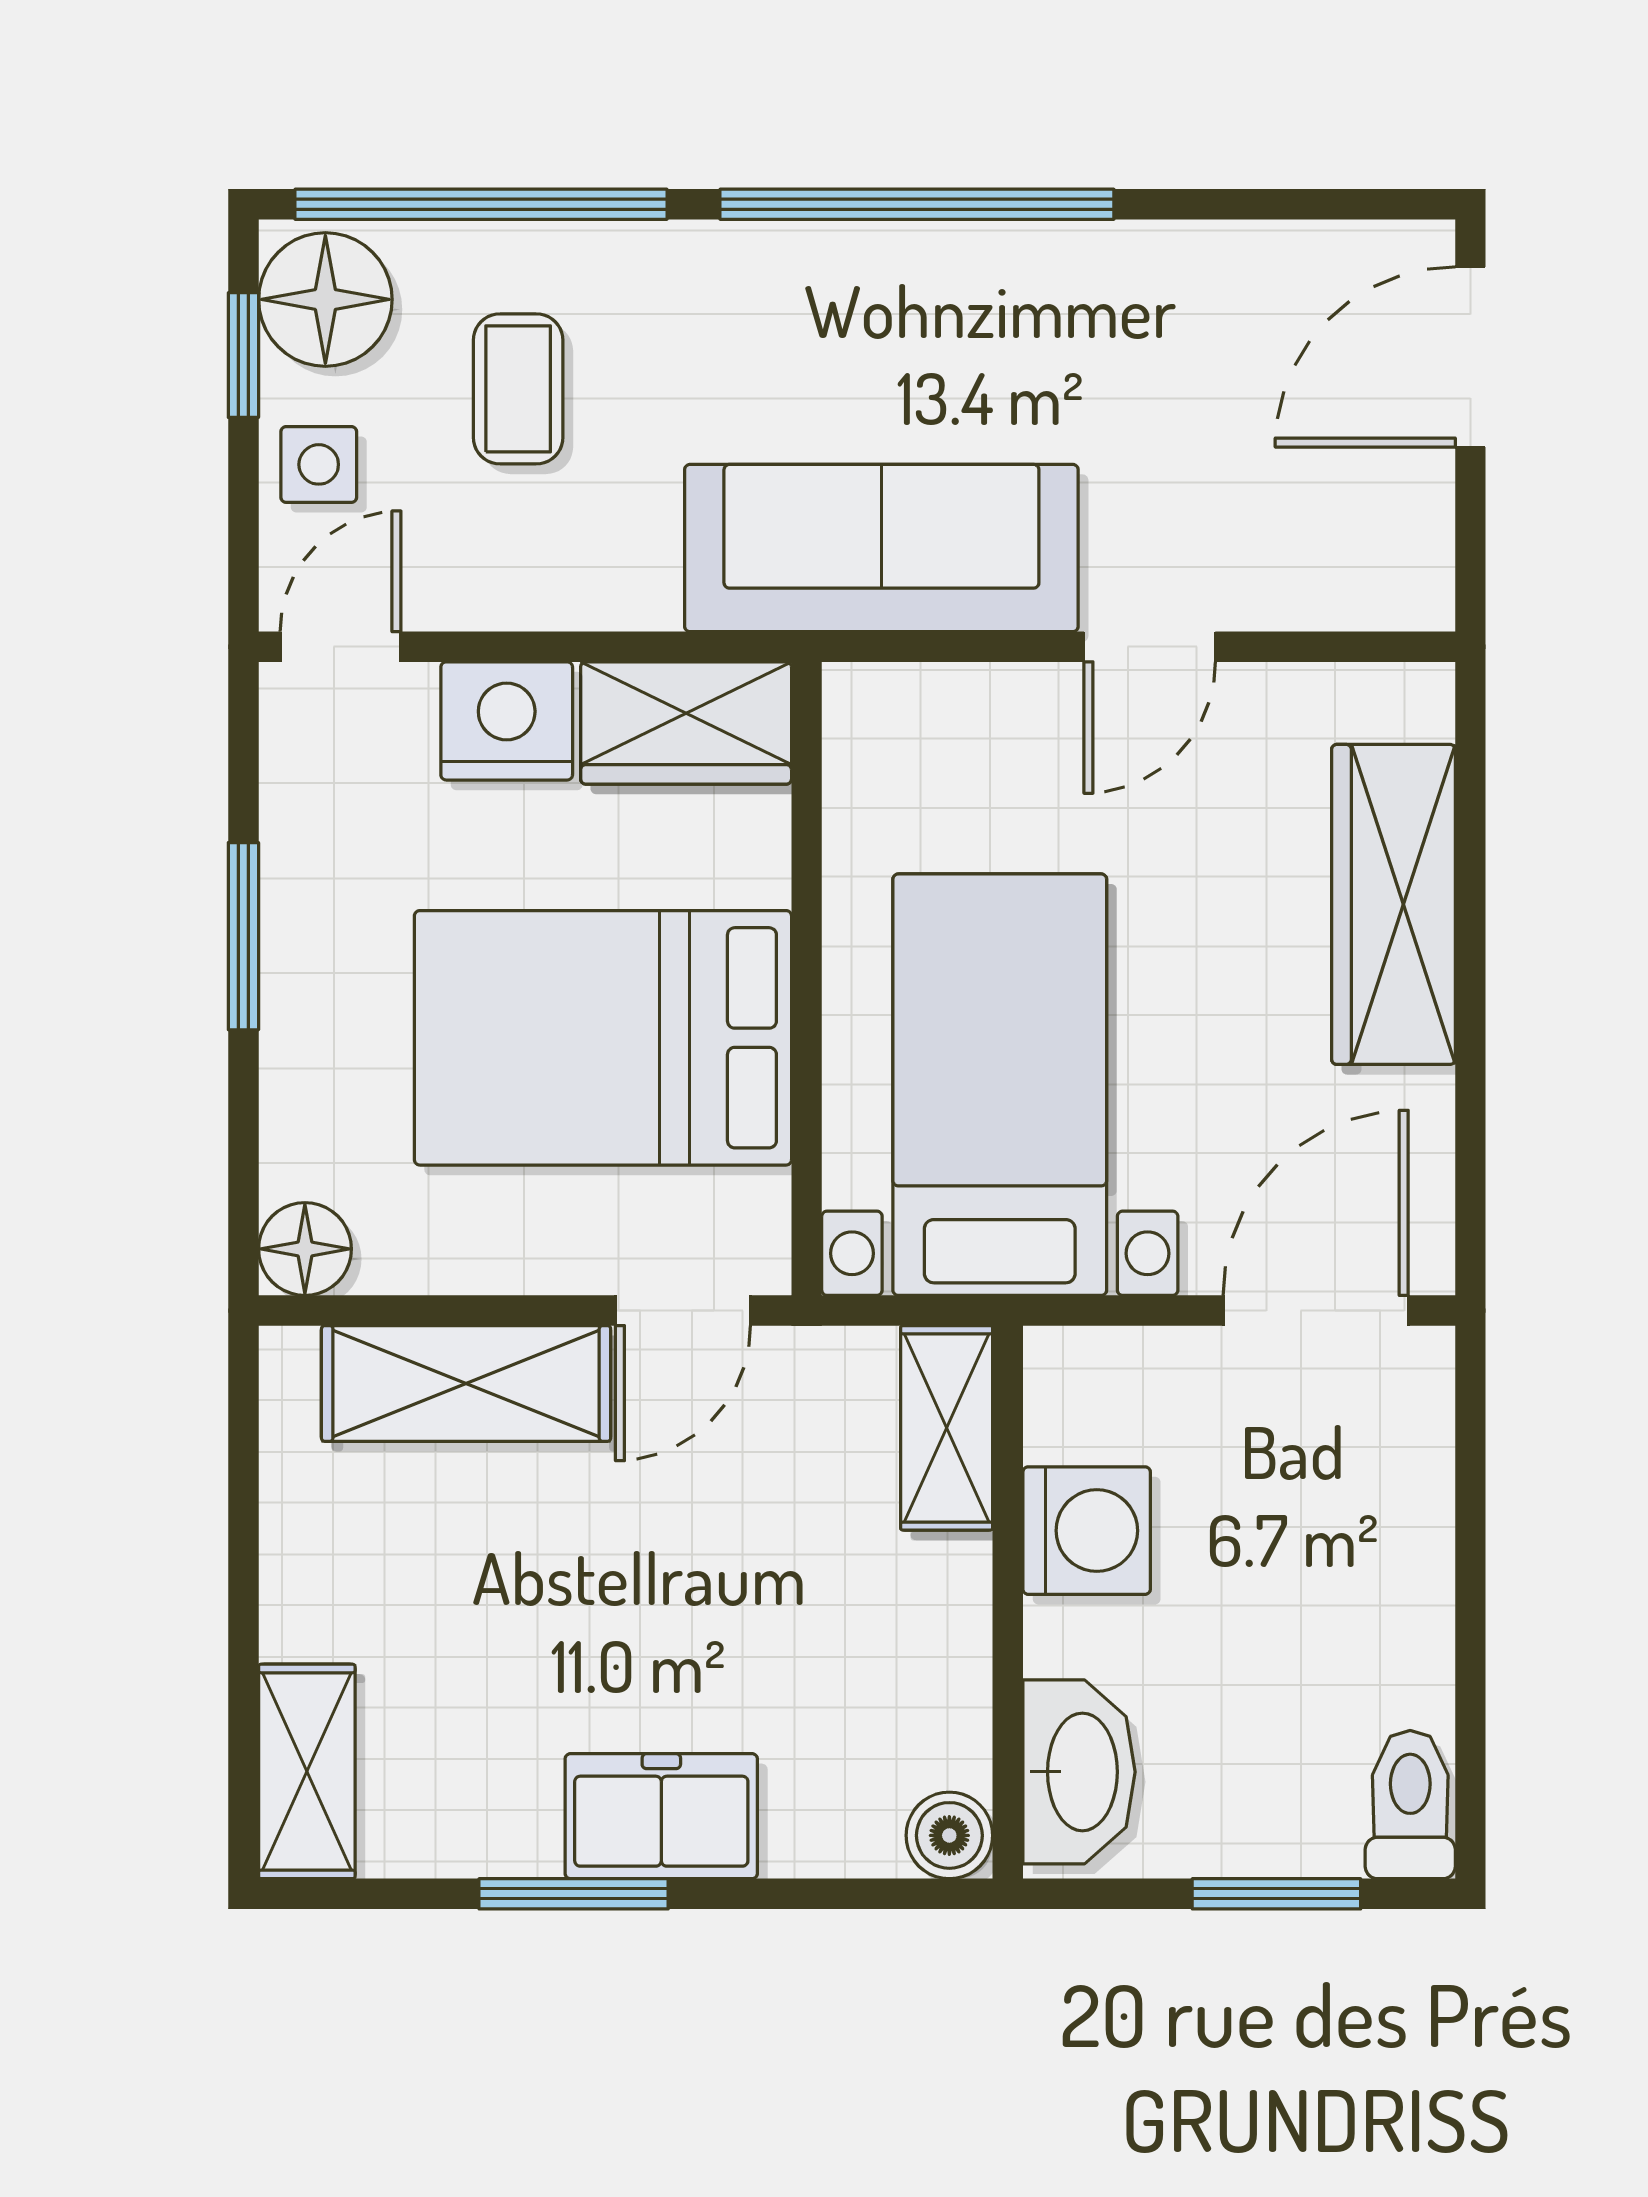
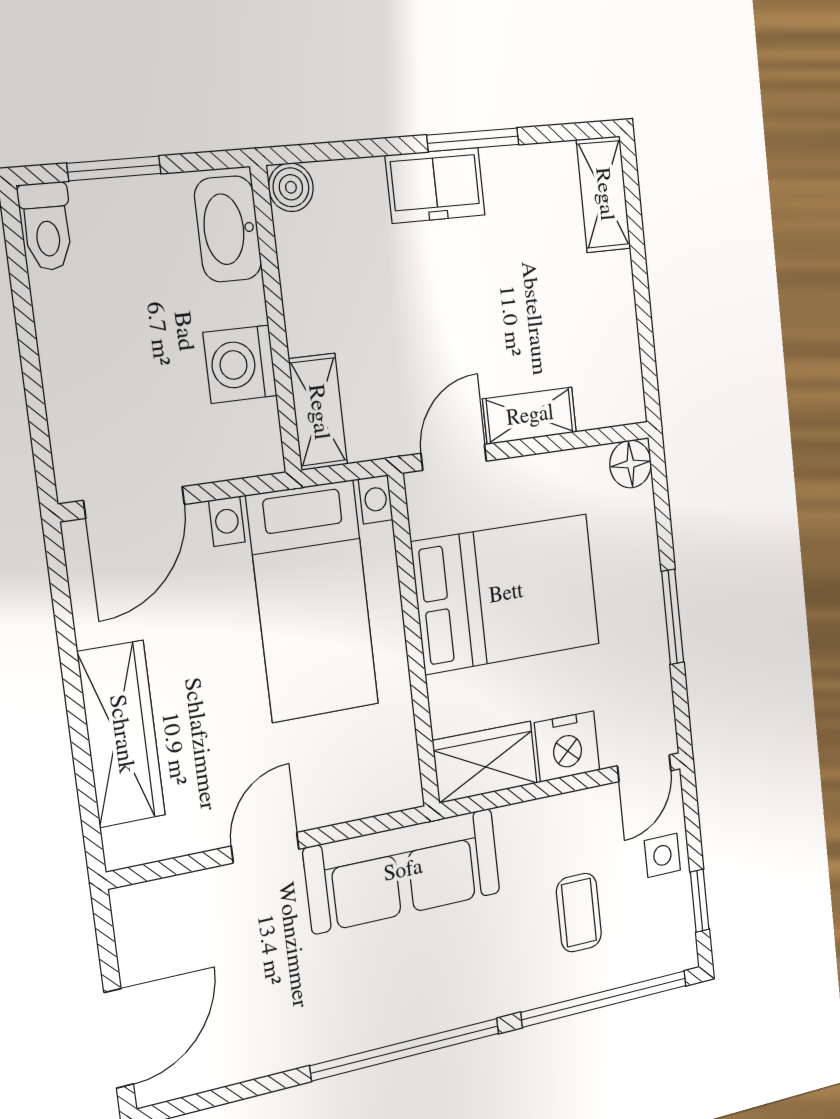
floor lamp: (325, 299) -> (667, 936), removed
shelving: (466, 1383) -> (530, 416), width x0.67, depth x0.75

